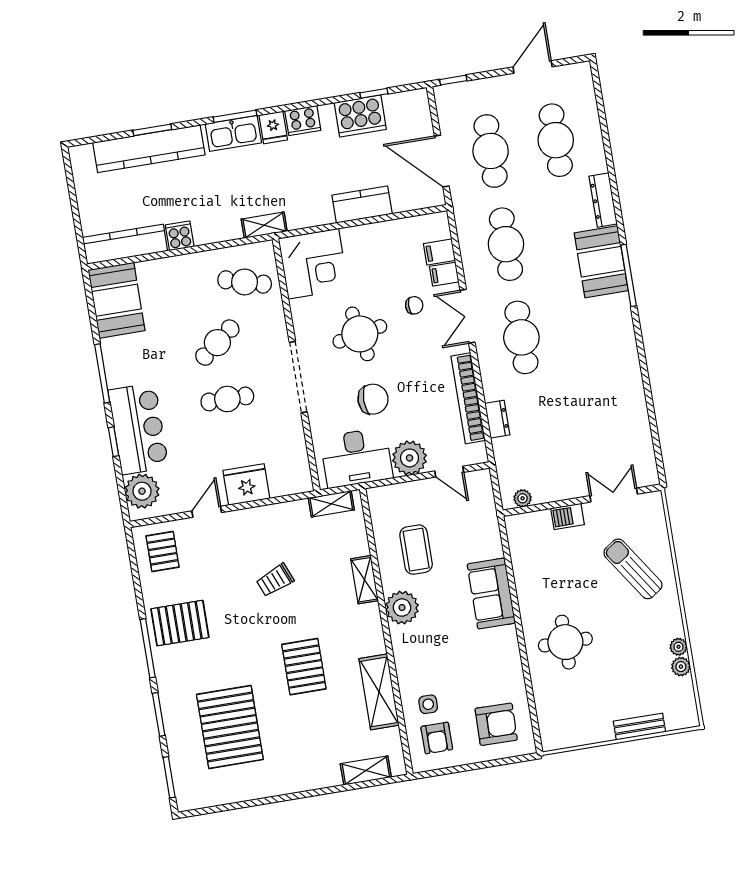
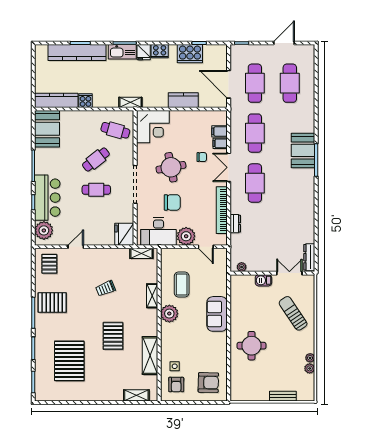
dresser: (603, 200) -> (309, 257), moved
fridge: (246, 484) -> (124, 234), moved, turned -90

